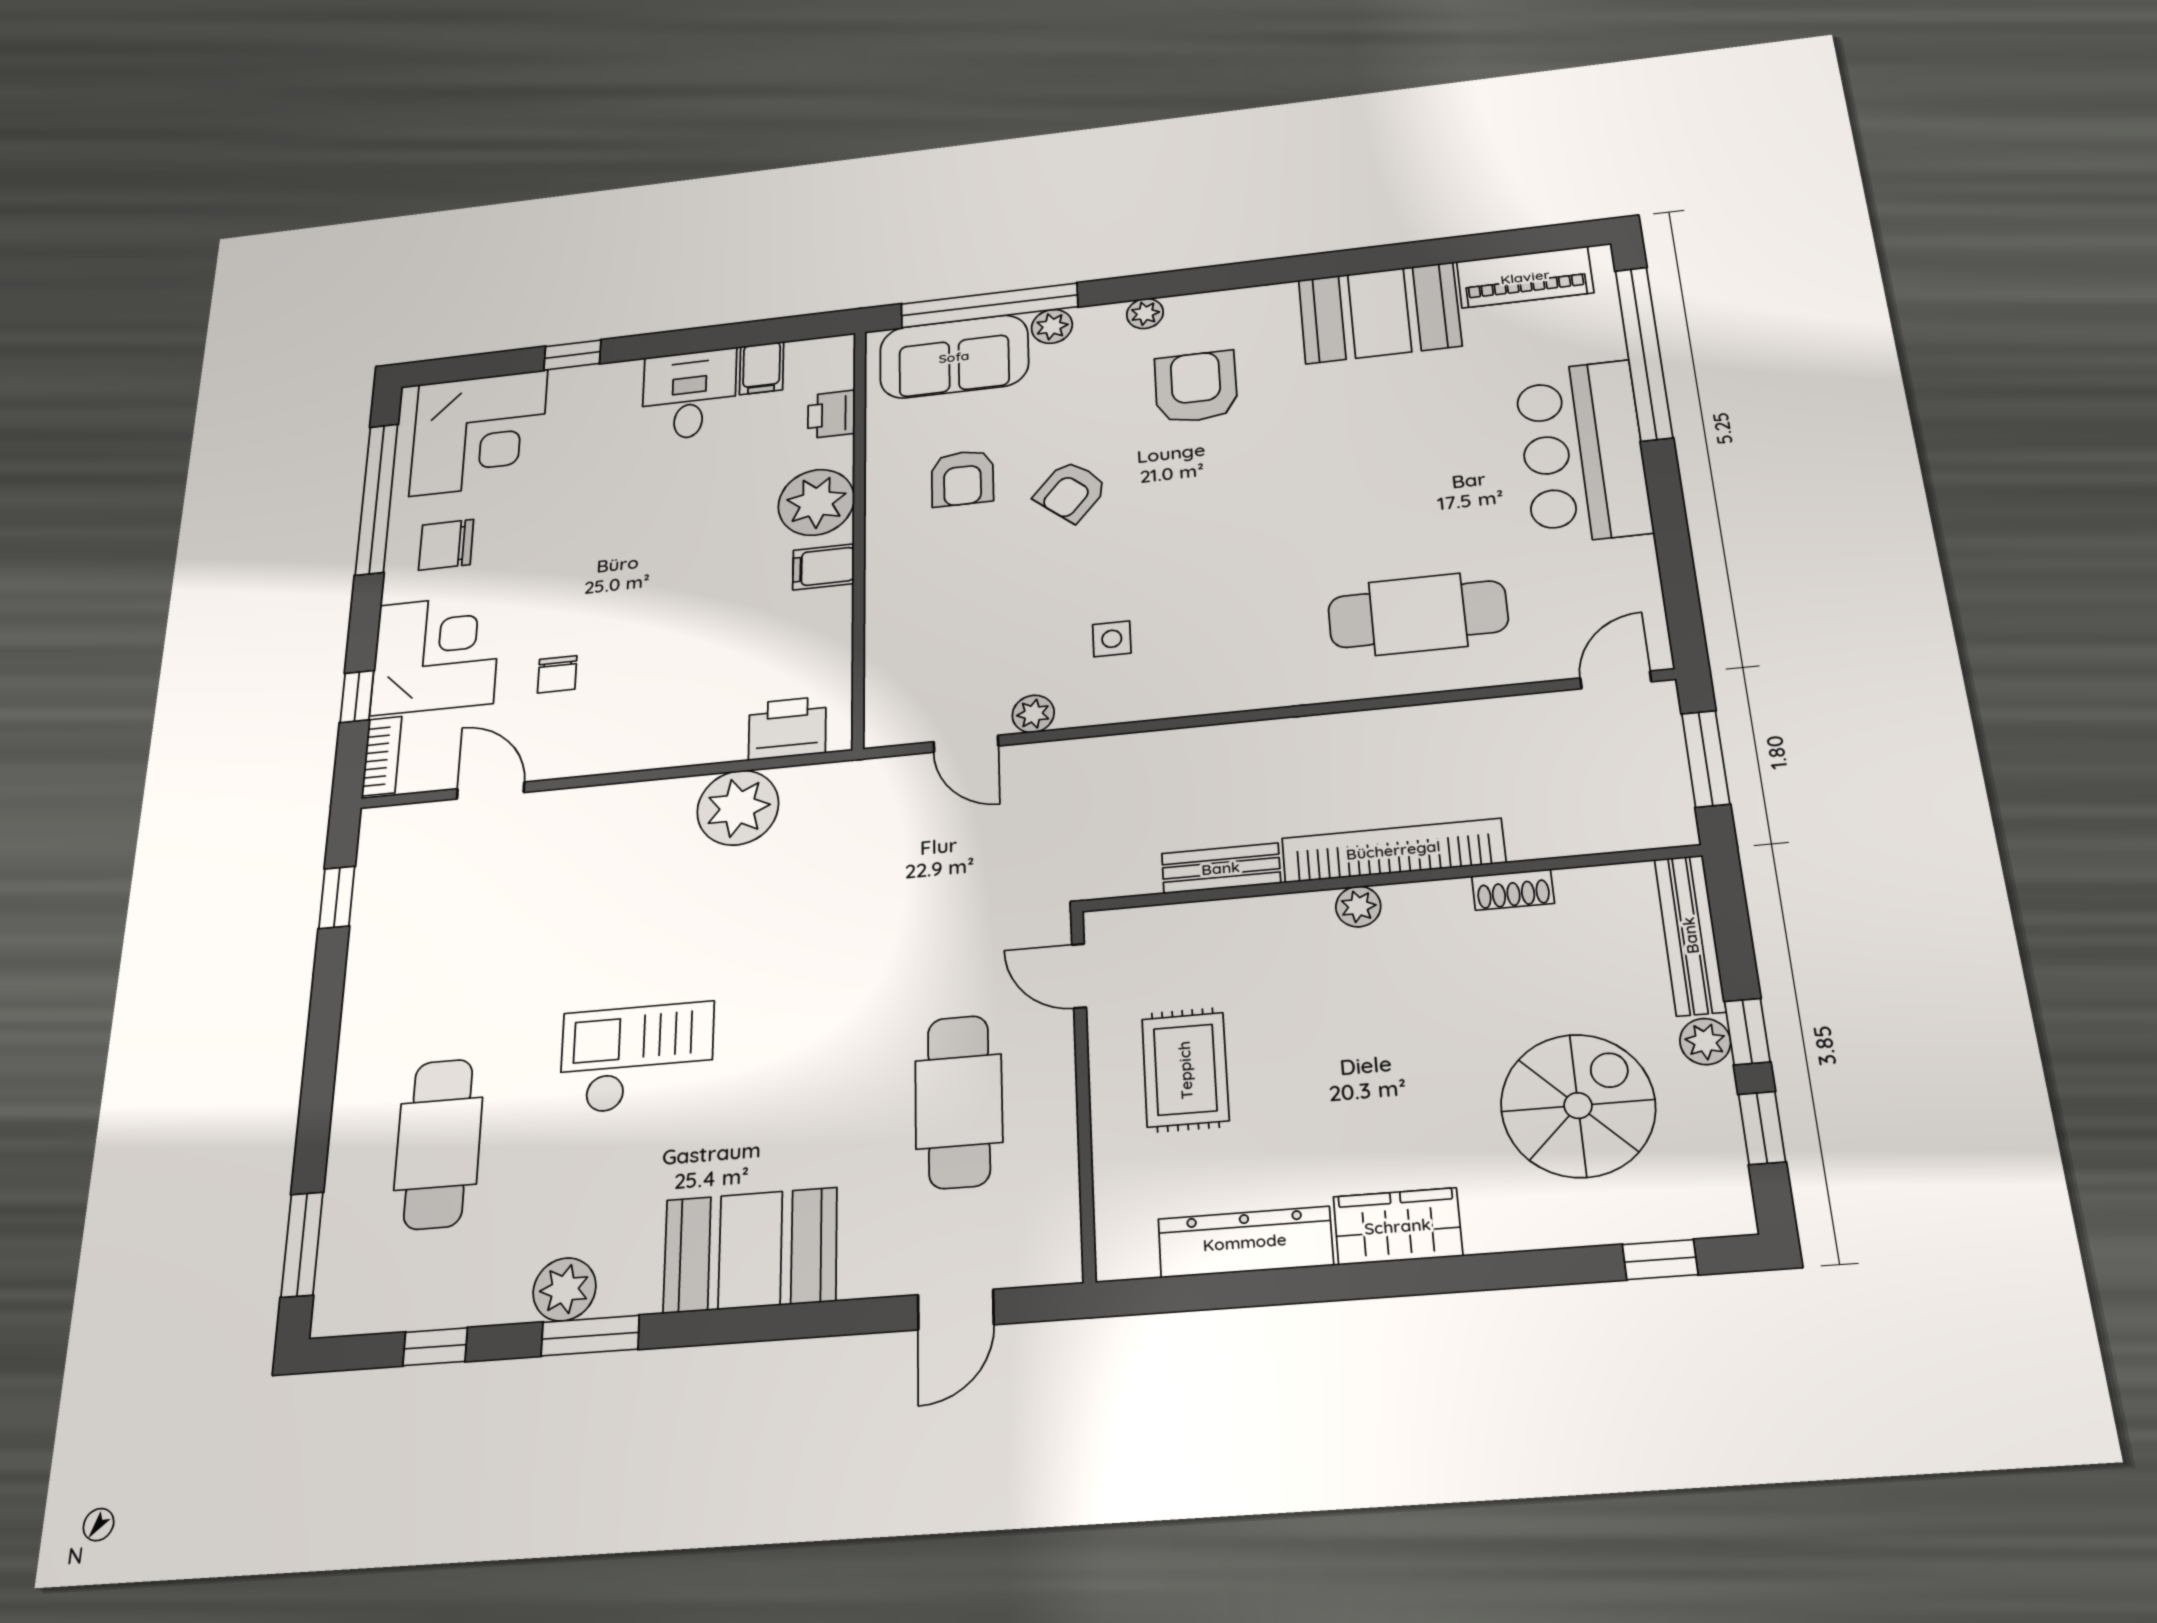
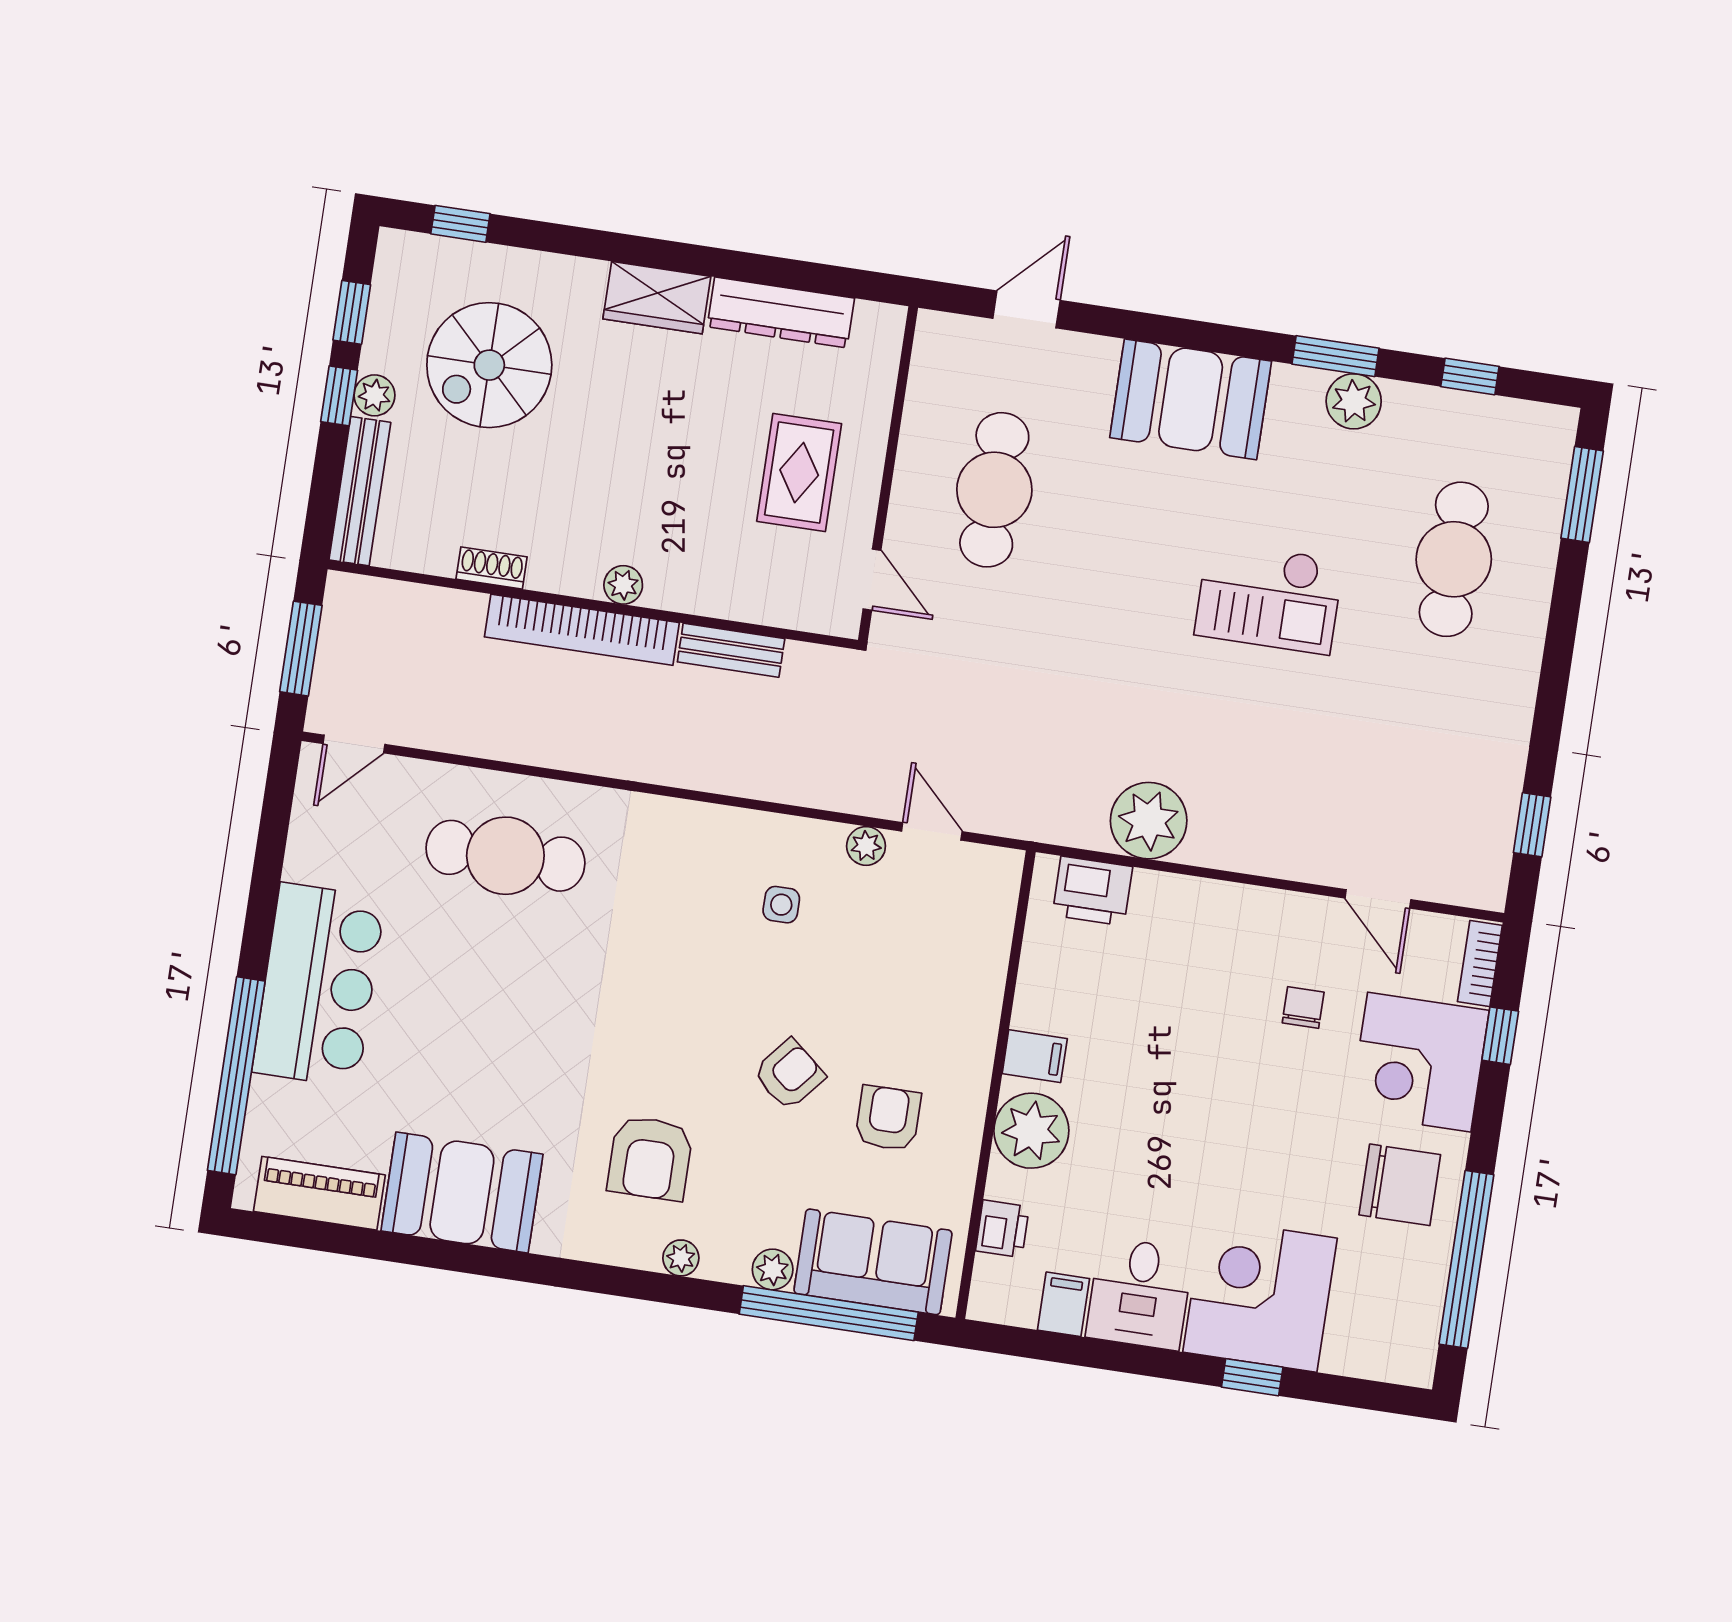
corner desk: (479, 433) -> (1260, 1295), moved
chair: (446, 545) -> (1400, 1185), width x1.37, depth x1.37

